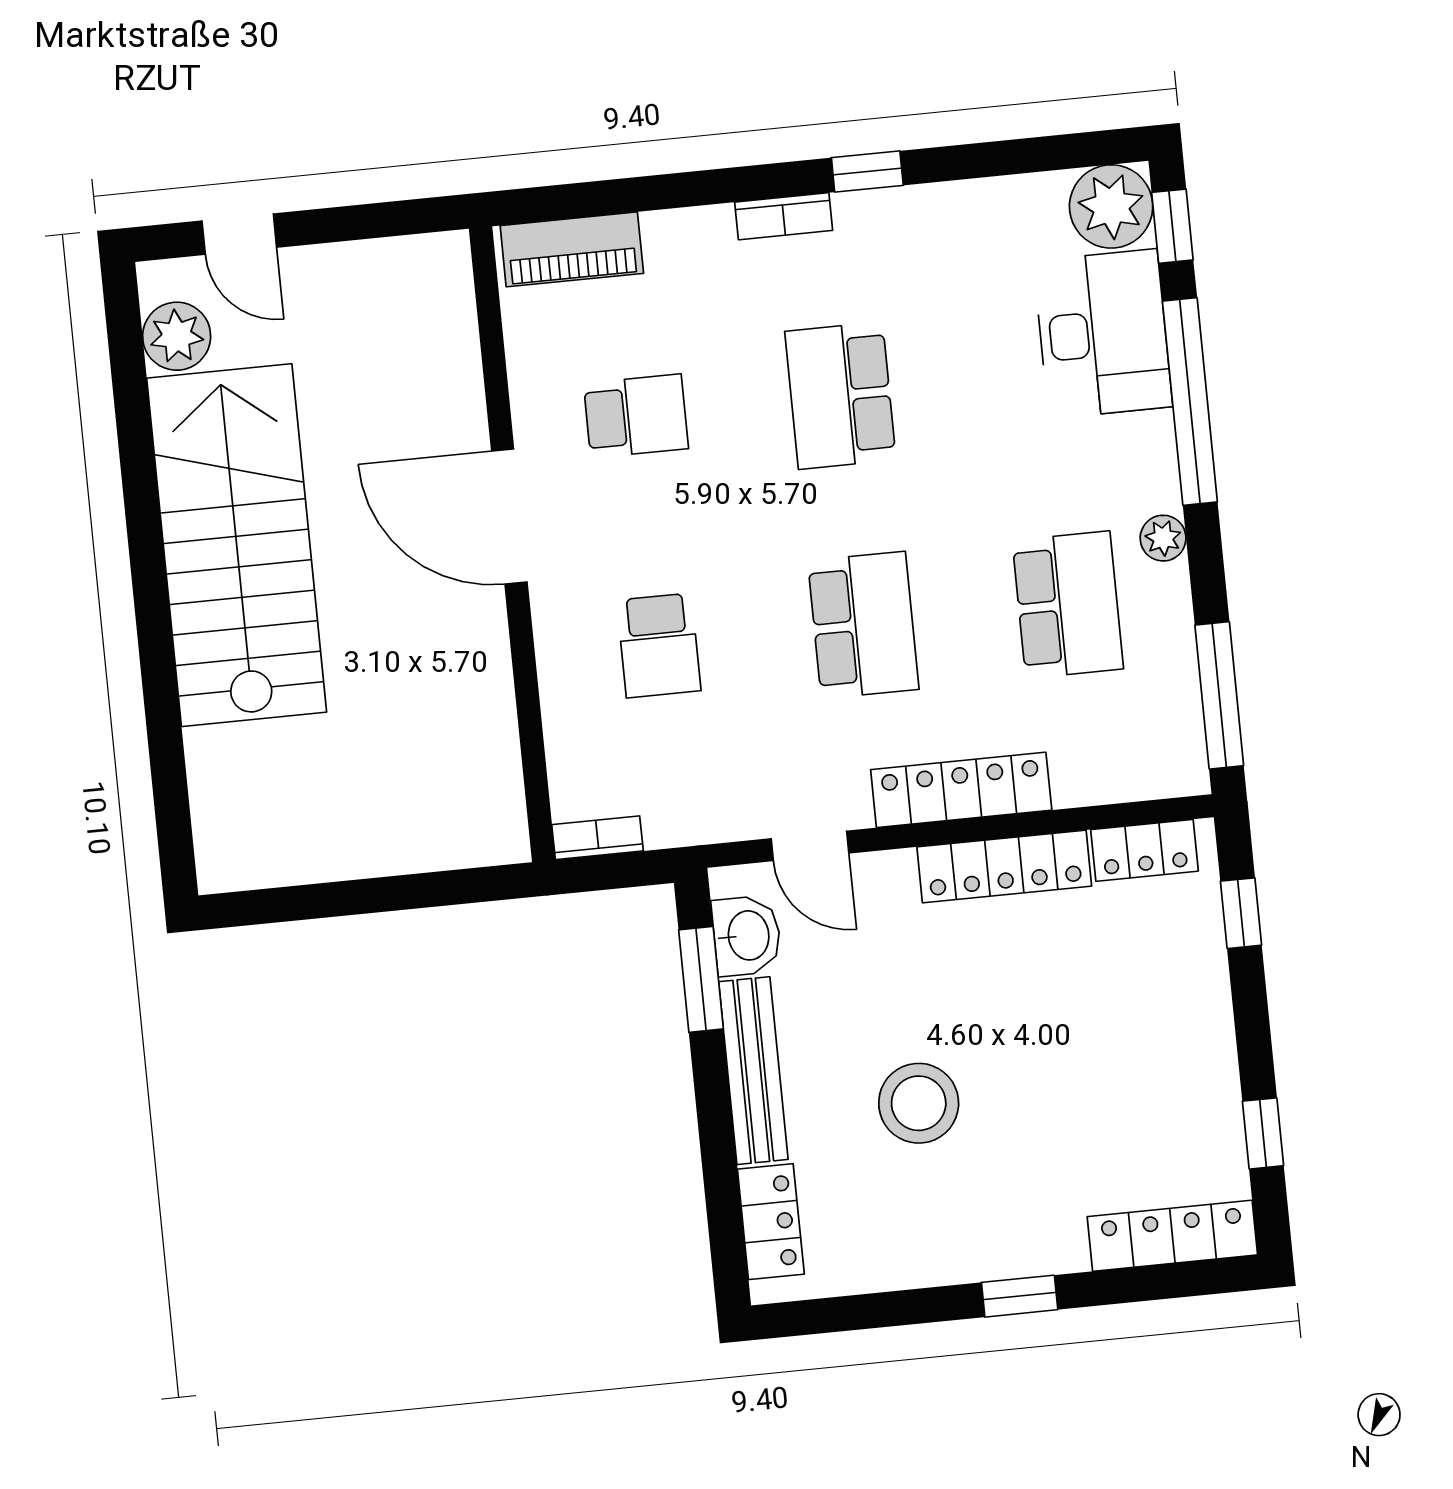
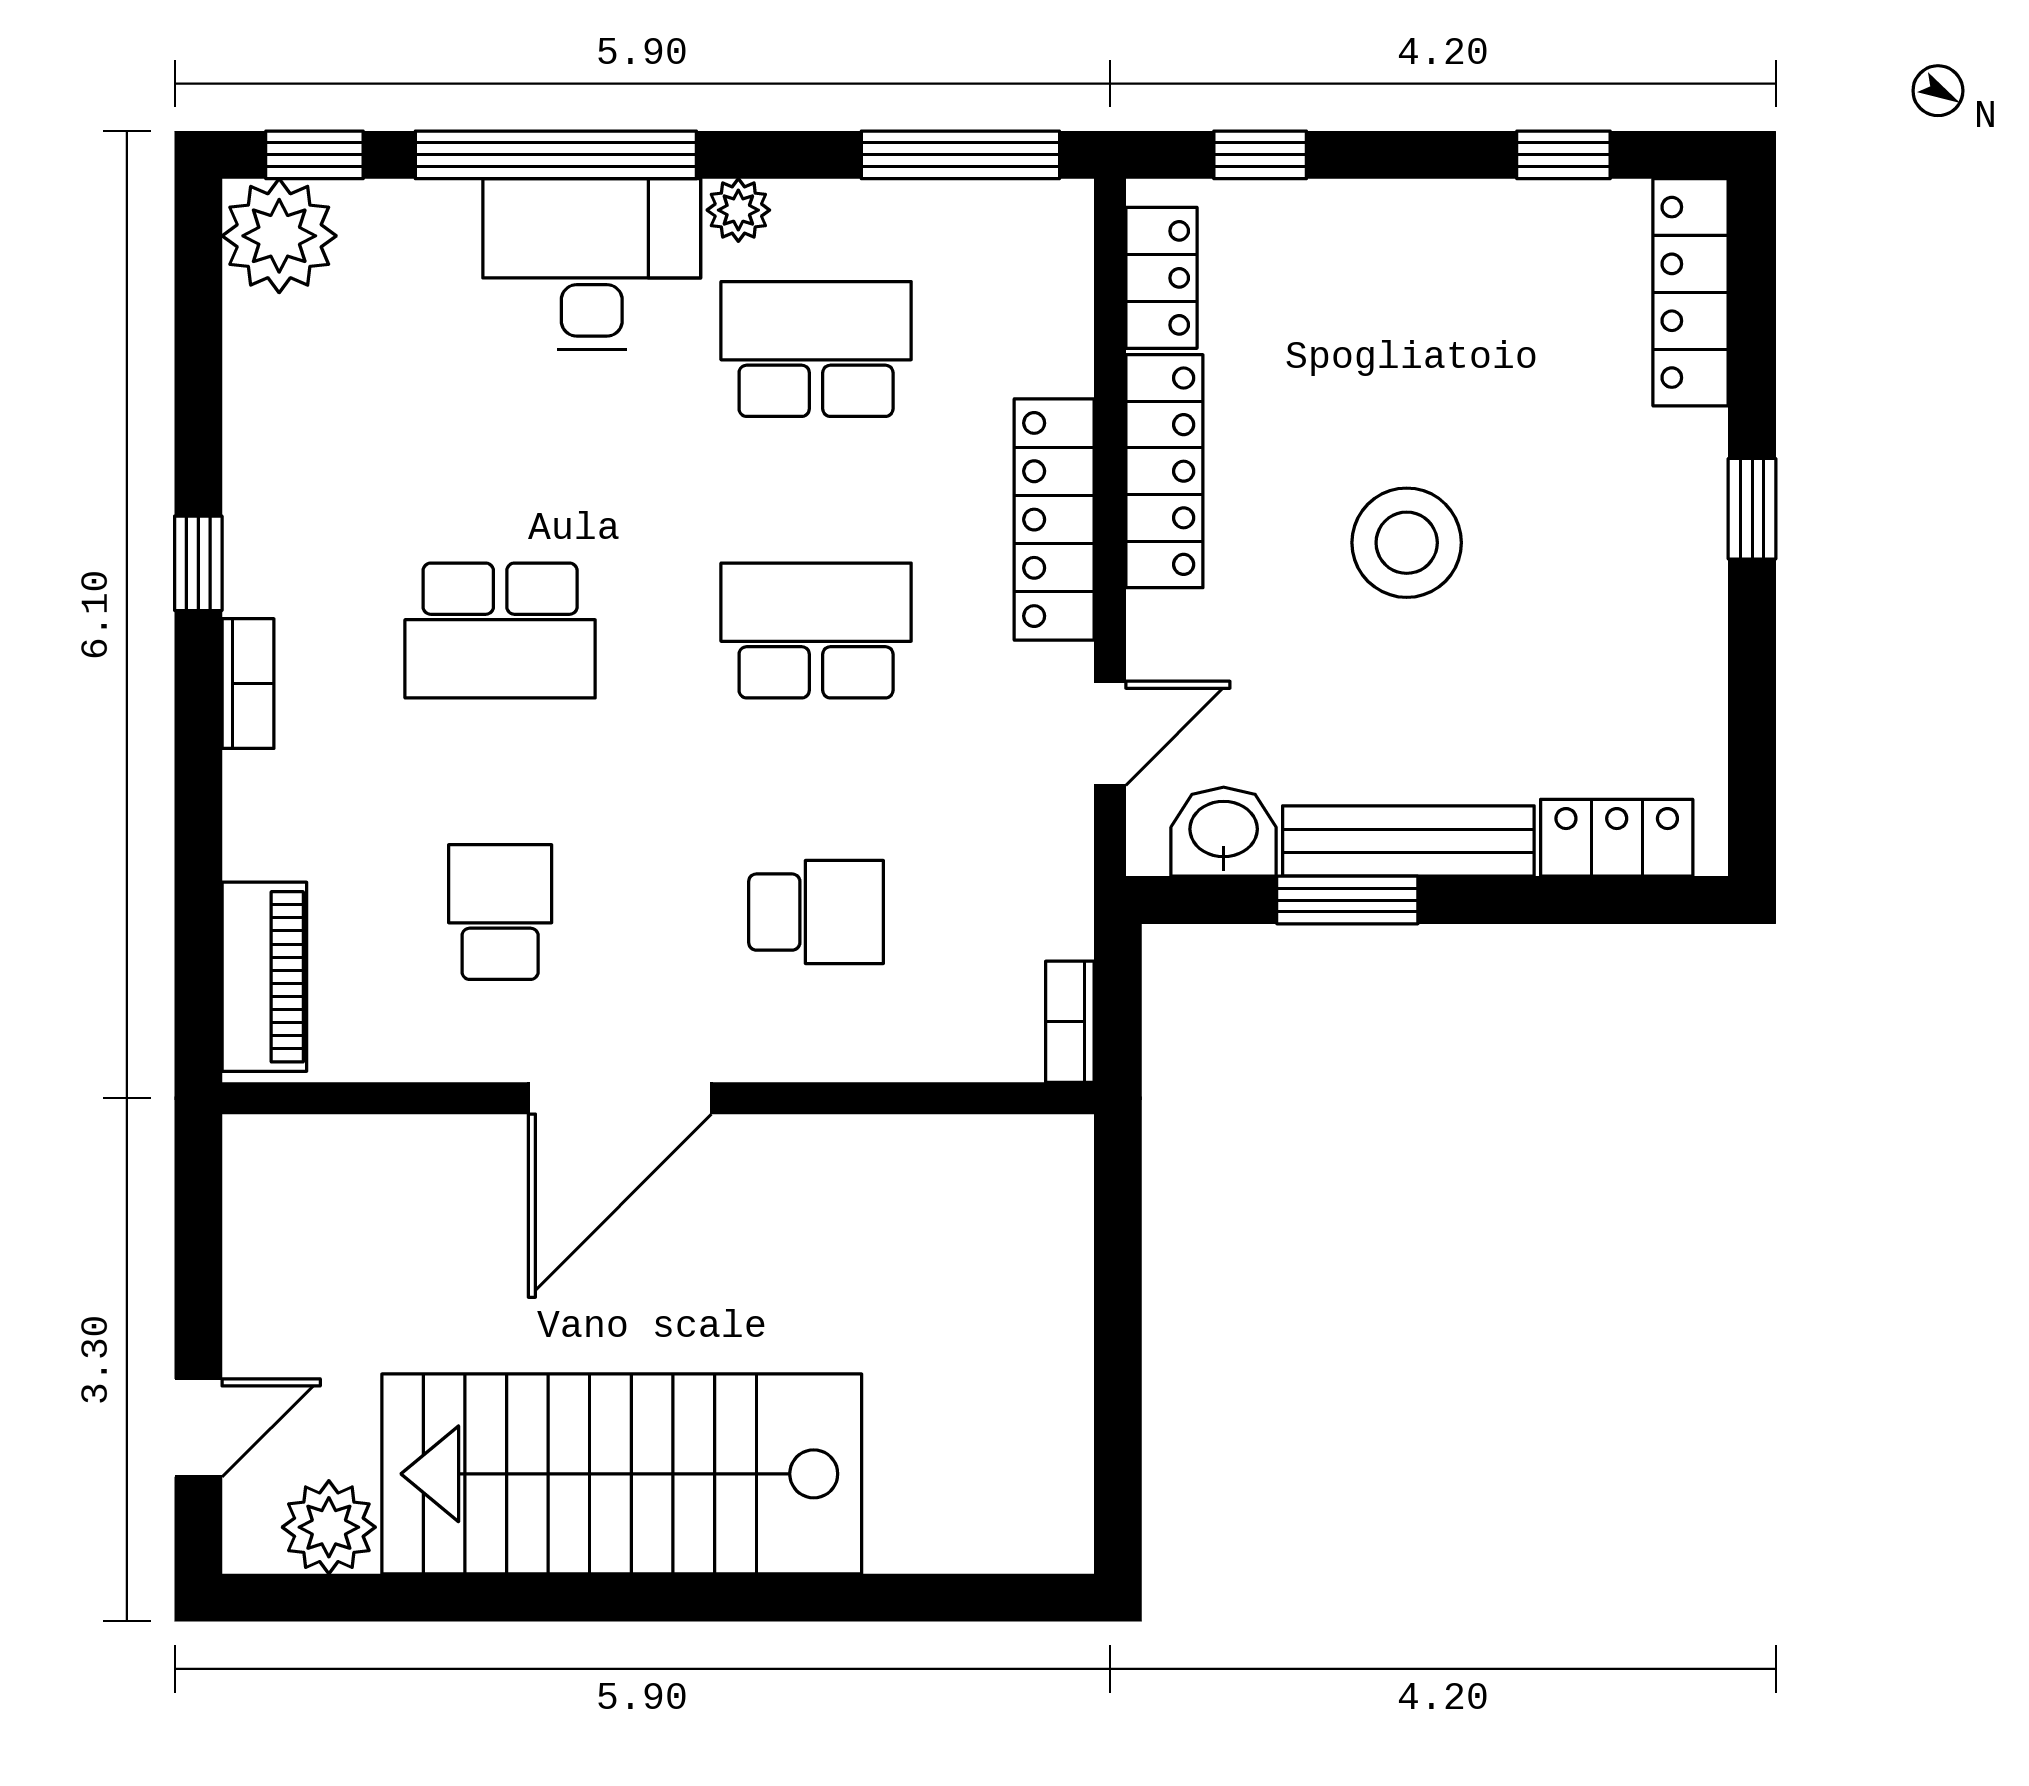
desk: (1103, 334) -> (592, 264), moved
window: (701, 979) -> (1347, 900), moved
stool: (919, 1103) -> (1407, 543), moved

